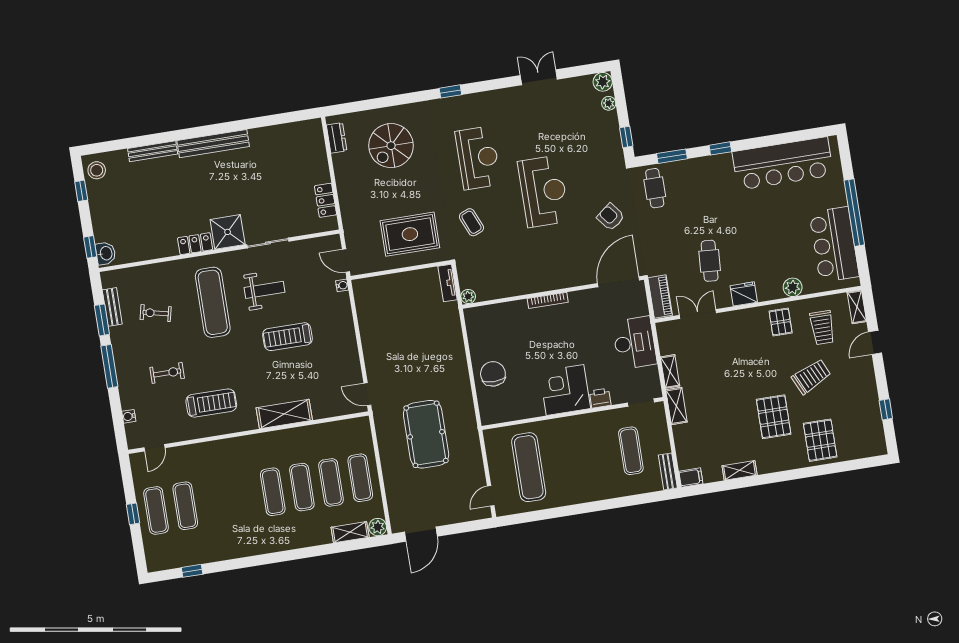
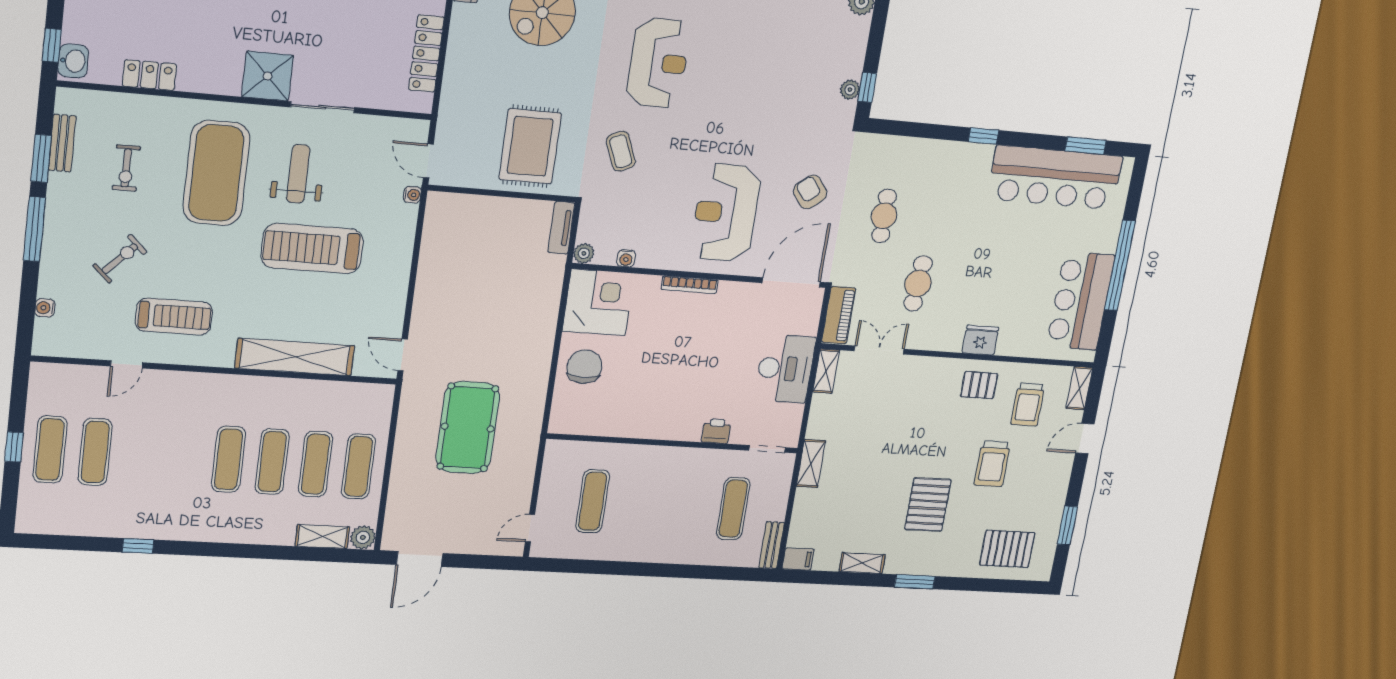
plant: (609, 103) -> (850, 90), moved
window: (672, 156) -> (1086, 146), moved
cafe table: (655, 188) -> (884, 216), moved
reception desk: (543, 191) -> (726, 213), moved, turned 180
locker: (325, 200) -> (426, 54), width x1.53
rug: (410, 234) -> (530, 146), turned 90
locker: (195, 244) -> (149, 75), moved
plant: (793, 287) -> (1010, 344), removed
weight bench: (265, 290) -> (298, 174), turned -90
water cooler: (498, 293) -> (626, 258), added
fridge: (744, 294) -> (980, 340), moved
exercise mat: (213, 302) -> (216, 173), width x1.47
exercise bike: (156, 313) -> (126, 168), turned -103
pallet: (781, 322) -> (979, 385), turned 90
treadmill: (287, 337) -> (312, 248), width x1.37, depth x1.38
shelving: (670, 371) -> (826, 371), moved
exercise bike: (167, 373) -> (120, 259), turned -46
trolley: (811, 376) -> (992, 464), turned 115
corner desk: (565, 390) -> (598, 302), moved, turned 90
window: (886, 409) -> (1067, 525), width x1.50
shelving: (284, 414) -> (295, 357), width x1.47
pallet: (820, 440) -> (1007, 549), moved, turned 90
door: (154, 448) -> (127, 364), moved
exercise mat: (529, 467) -> (593, 501), width x0.73, depth x0.69
window: (784, 476) -> (915, 582), added
window: (192, 571) -> (138, 546), moved

